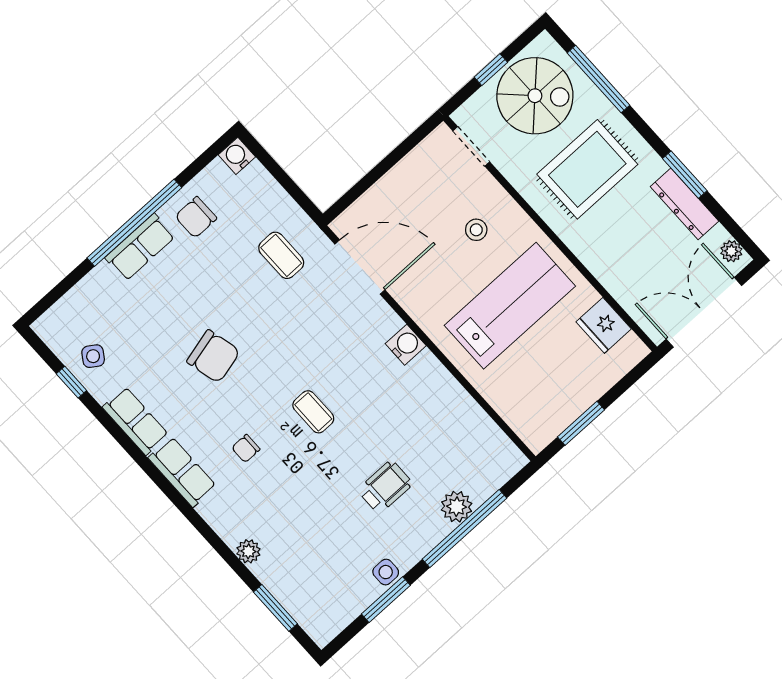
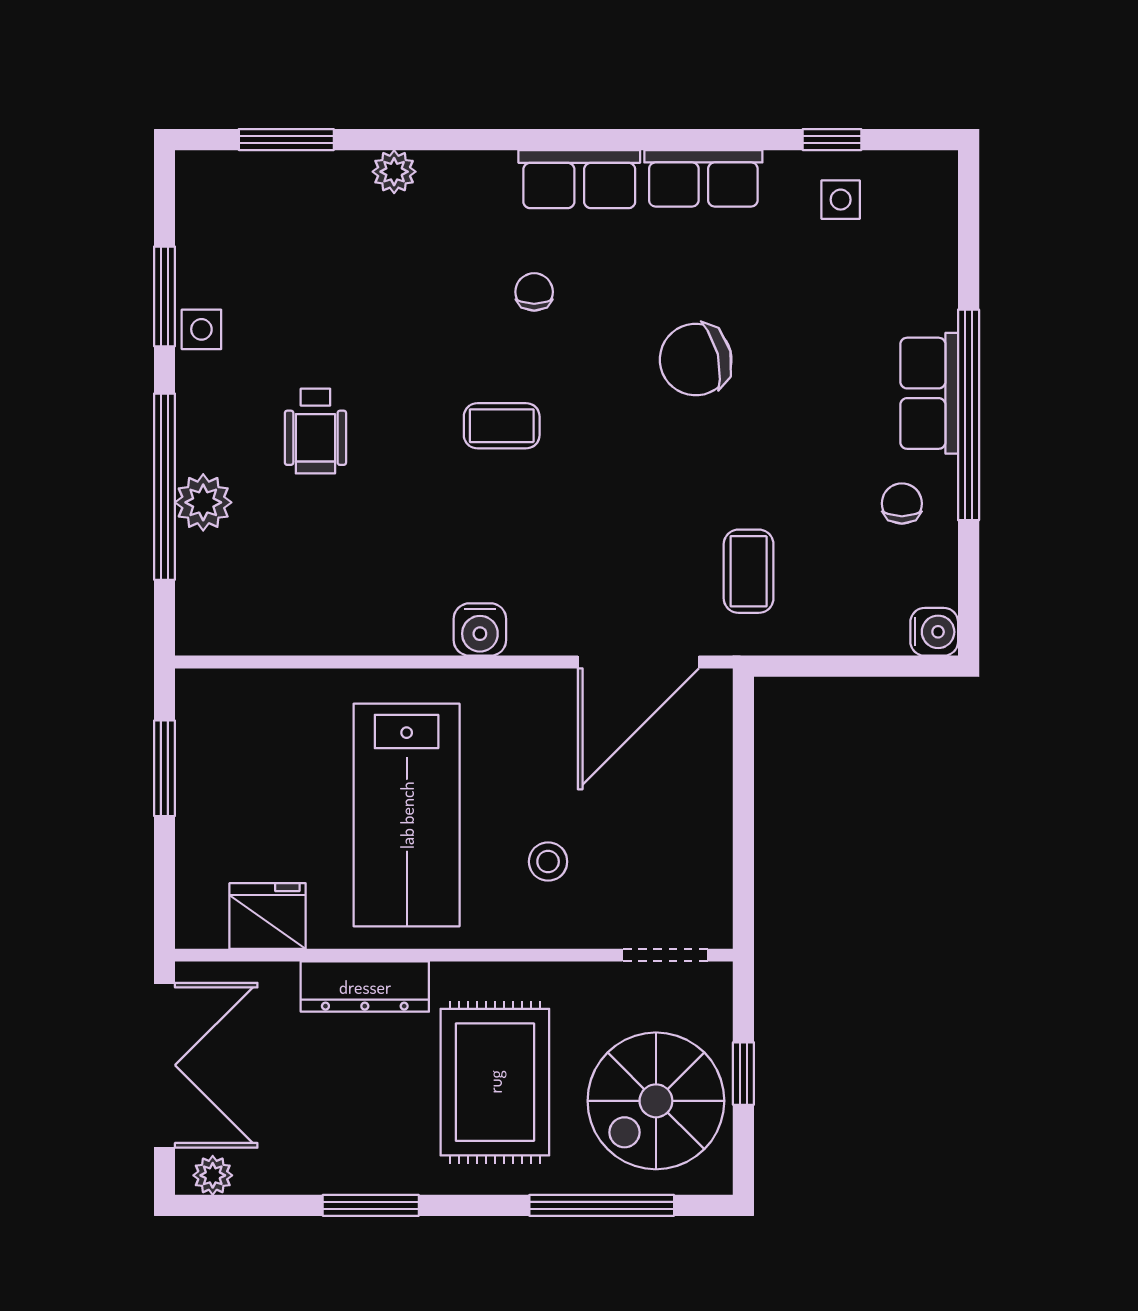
dresser: (684, 204) -> (365, 987), moved, turned 180
chair: (196, 217) -> (902, 503), width x0.73, depth x0.73
coffee table: (281, 255) -> (749, 571), turned 90
side table: (93, 356) -> (841, 200), turned -34

